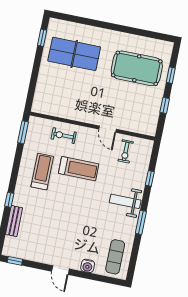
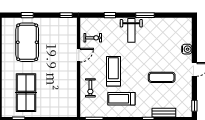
window: (165, 105) -> (66, 15), moved
exercise mat: (115, 257) -> (162, 77), moved

